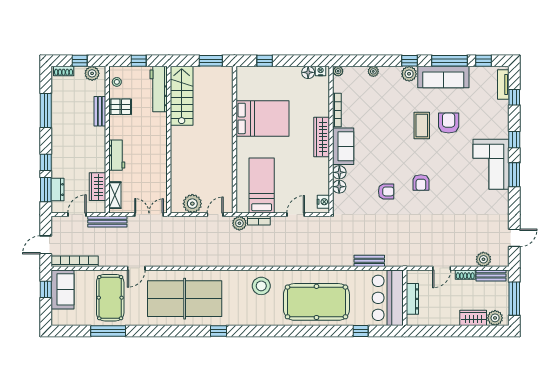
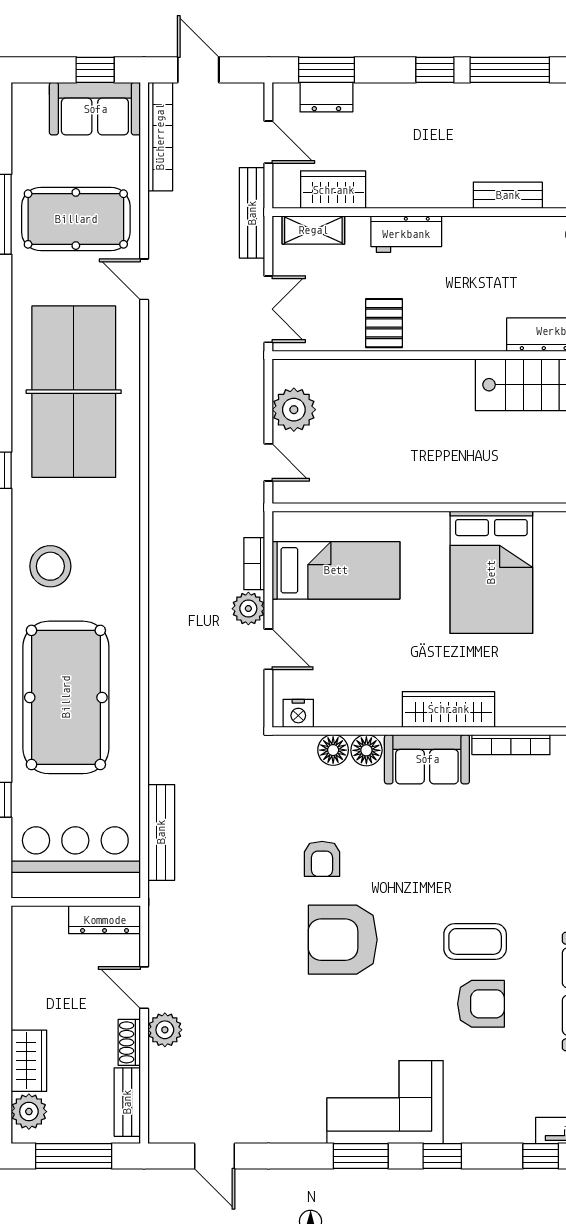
pallet: (121, 107) -> (384, 323), moved
window: (46, 162) -> (435, 70), moved
armchair: (421, 183) -> (343, 940), width x1.88, depth x1.88
plant: (239, 223) -> (248, 609), moved
plant: (483, 259) -> (165, 1030), moved
bench: (369, 261) -> (161, 832), width x1.36
stool: (261, 286) -> (50, 566), moved
dresser: (412, 299) -> (105, 920), moved

